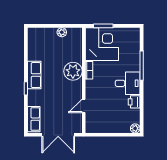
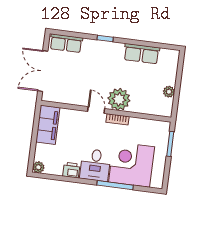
corner desk: (102, 44) -> (132, 164), moved, turned 180
row of seats: (34, 75) -> (142, 54), moved
door: (84, 106) -> (96, 110), moved
filing cabinet: (100, 125) -> (48, 125), added

